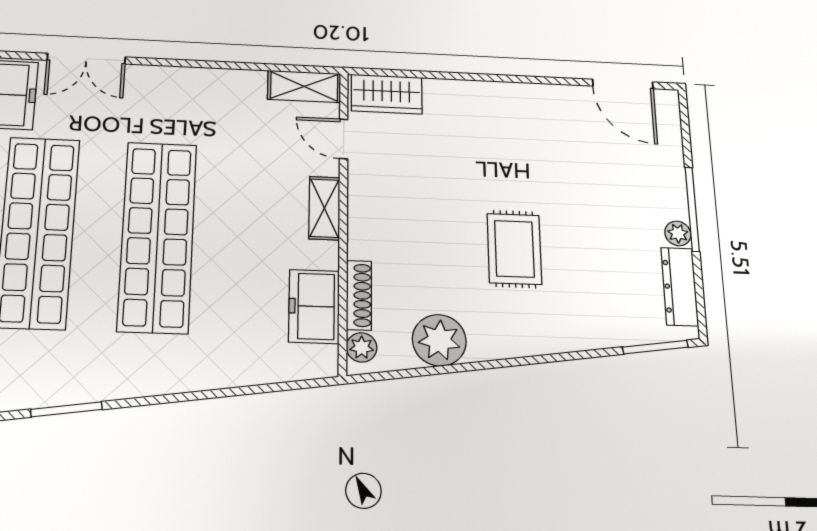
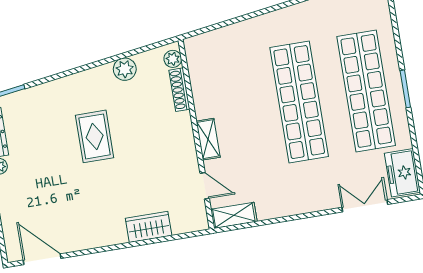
wardrobe: (387, 94) -> (149, 227), moved
freezer: (314, 306) -> (203, 78), removed
plant: (439, 340) -> (125, 69), width x0.73, depth x0.73

